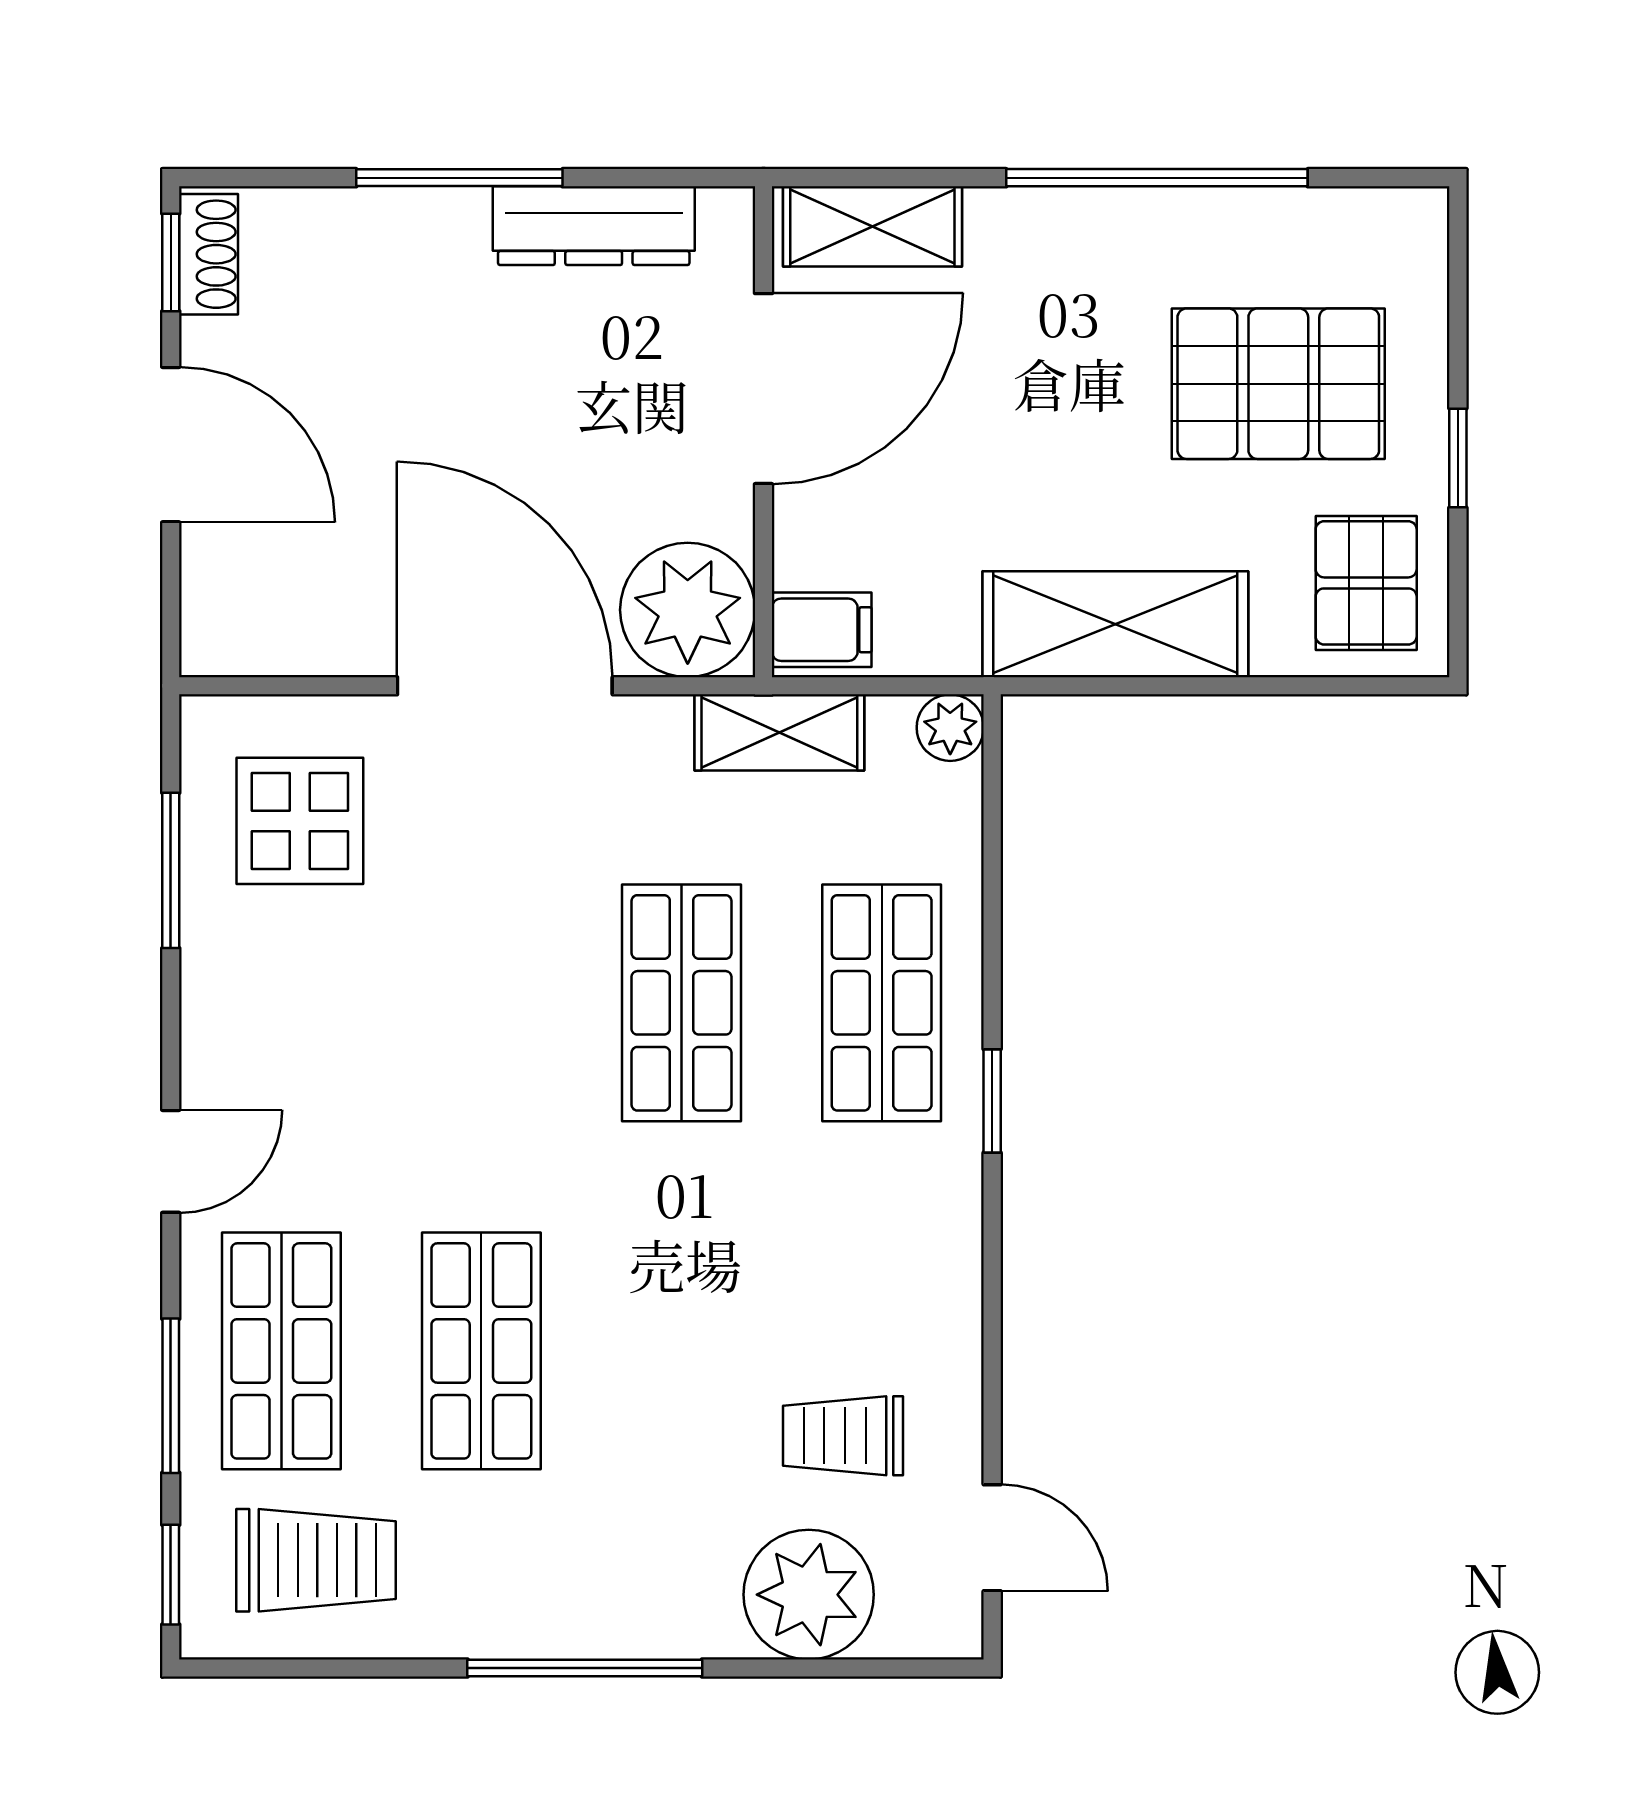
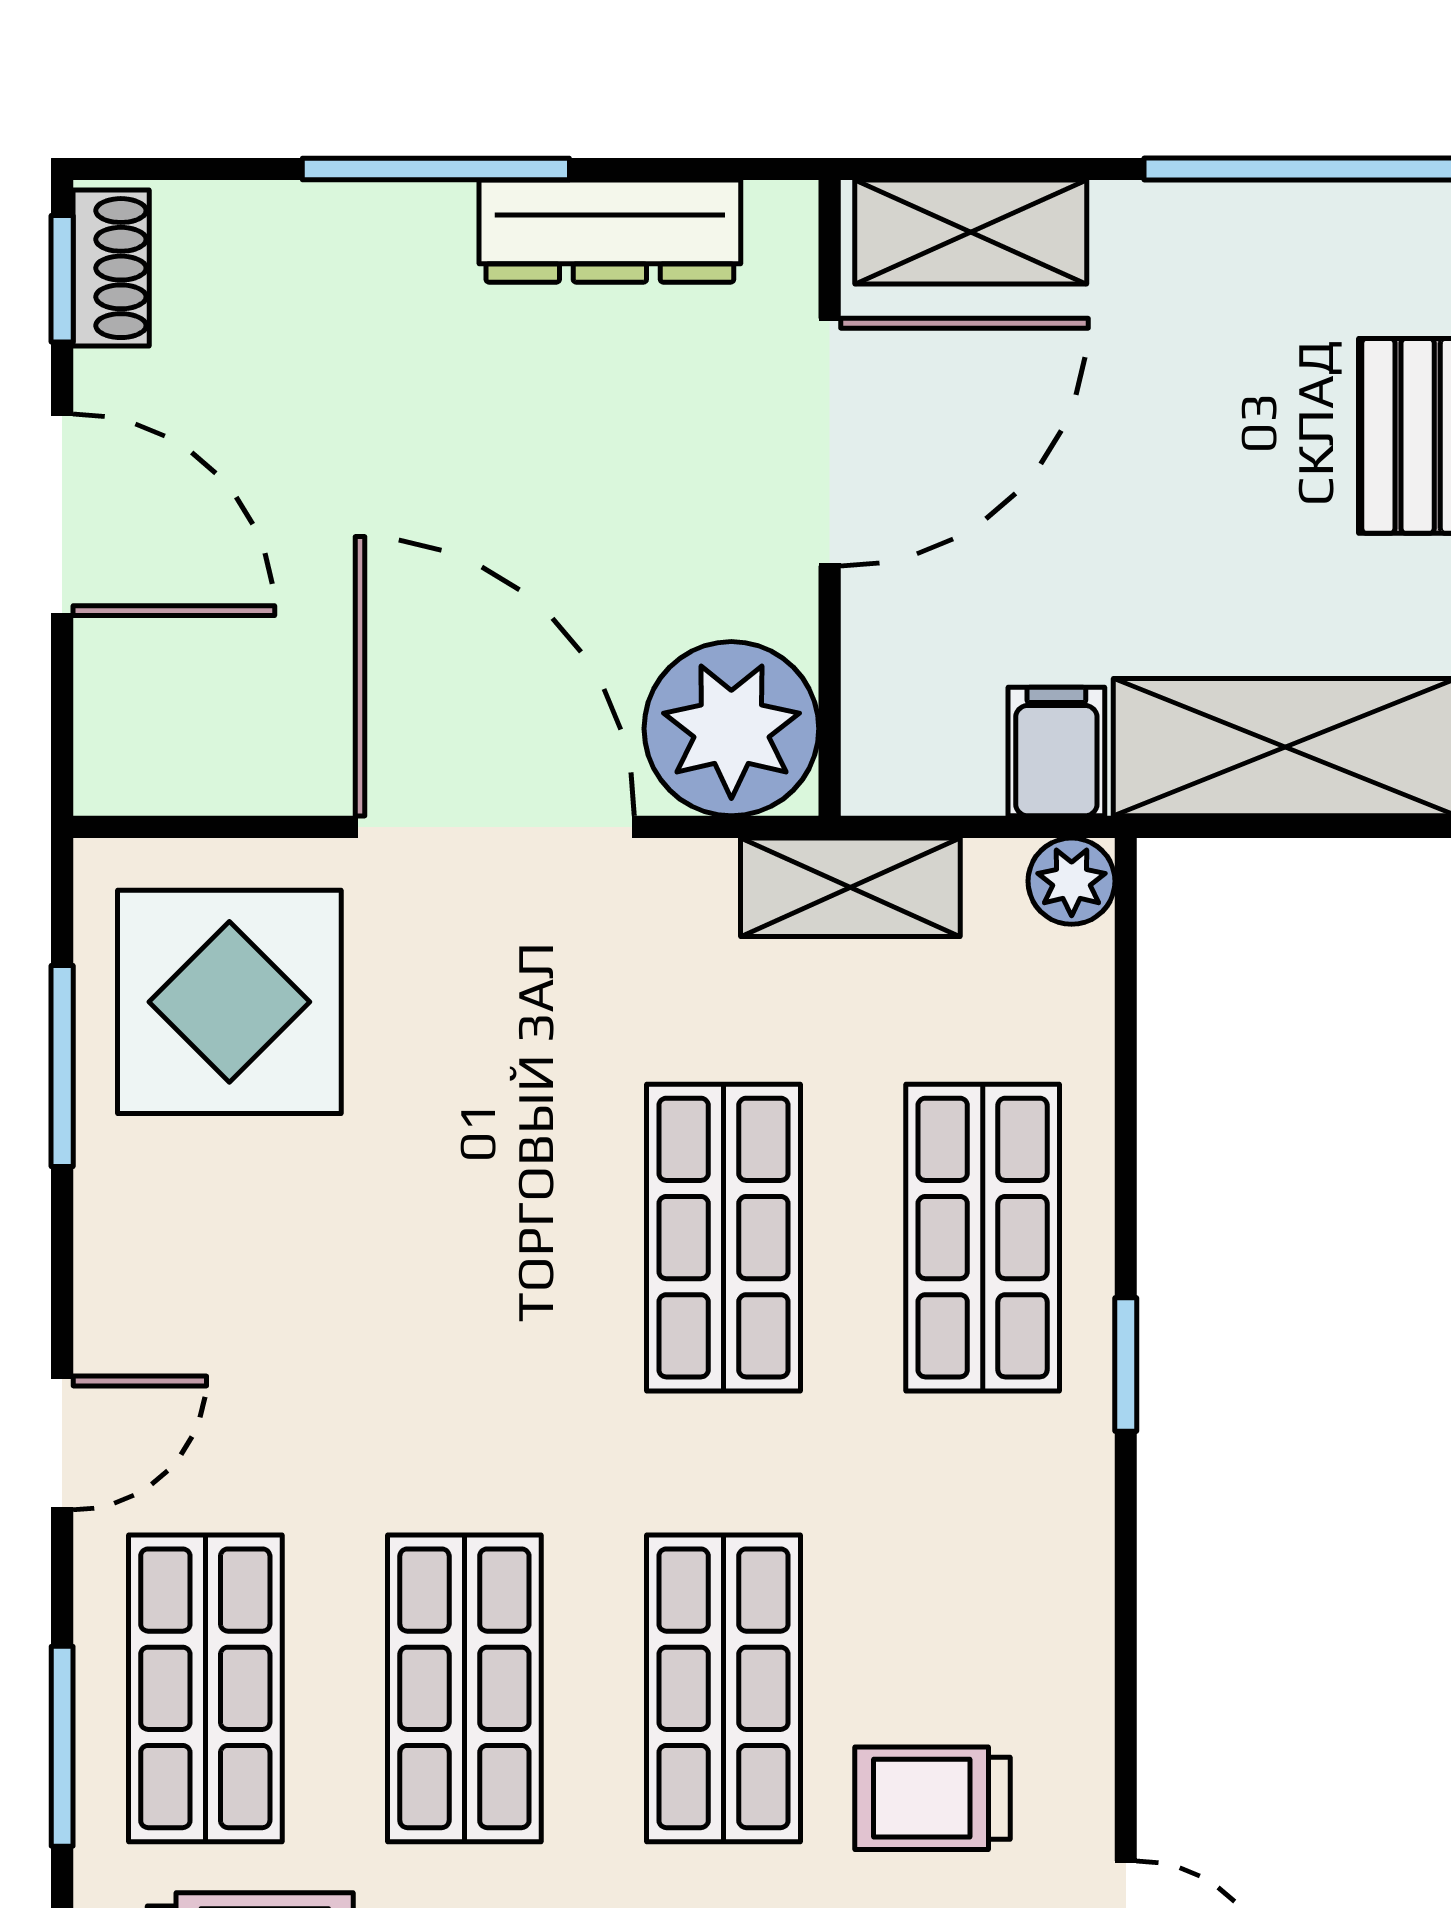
filing cabinet: (822, 630) -> (1056, 752), moved, turned -90
display table: (300, 821) -> (229, 1002), width x1.36, depth x1.36
shop shelf: (681, 1351) -> (723, 1688), added

